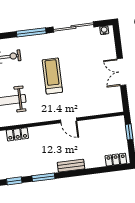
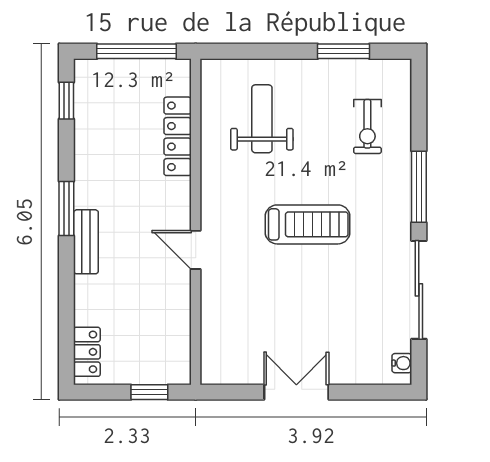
door: (69, 120) -> (196, 250), hinge flipped
locker: (17, 134) -> (178, 136), width x1.53
window: (43, 177) -> (66, 208), moved

